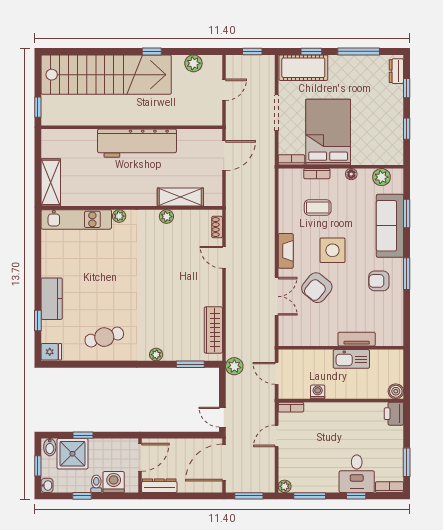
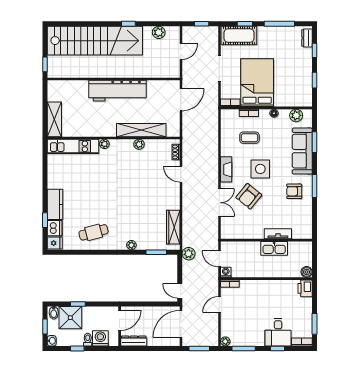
shelving: (180, 197) -> (141, 130), width x1.47
dishwasher: (51, 331) -> (55, 228), added
washing machine: (318, 392) -> (226, 272), moved

